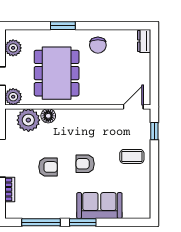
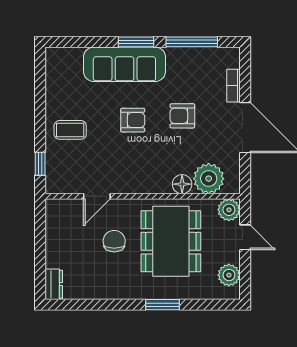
chair: (98, 45) -> (114, 241), moved
door: (133, 107) -> (97, 196), moved
sofa: (99, 206) -> (124, 64), width x1.36

